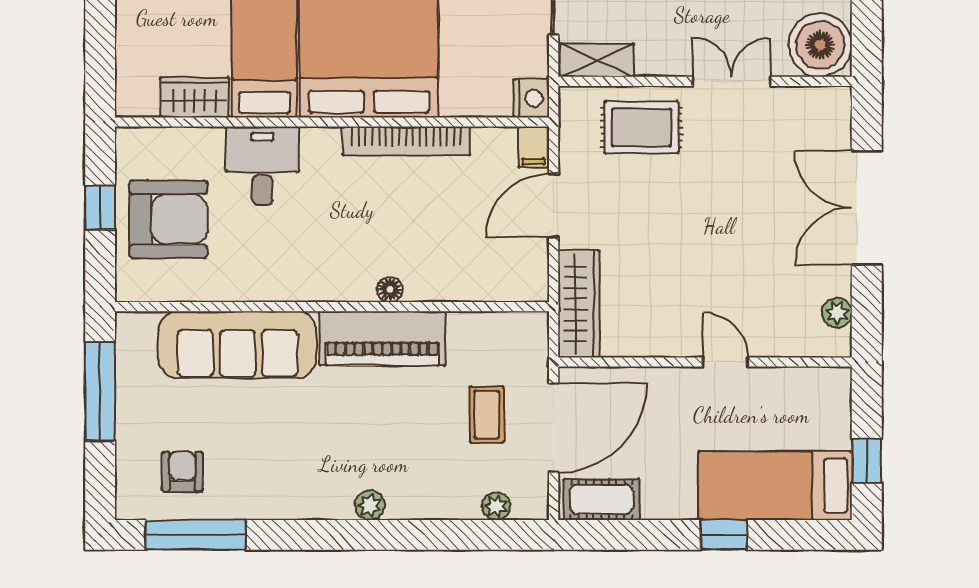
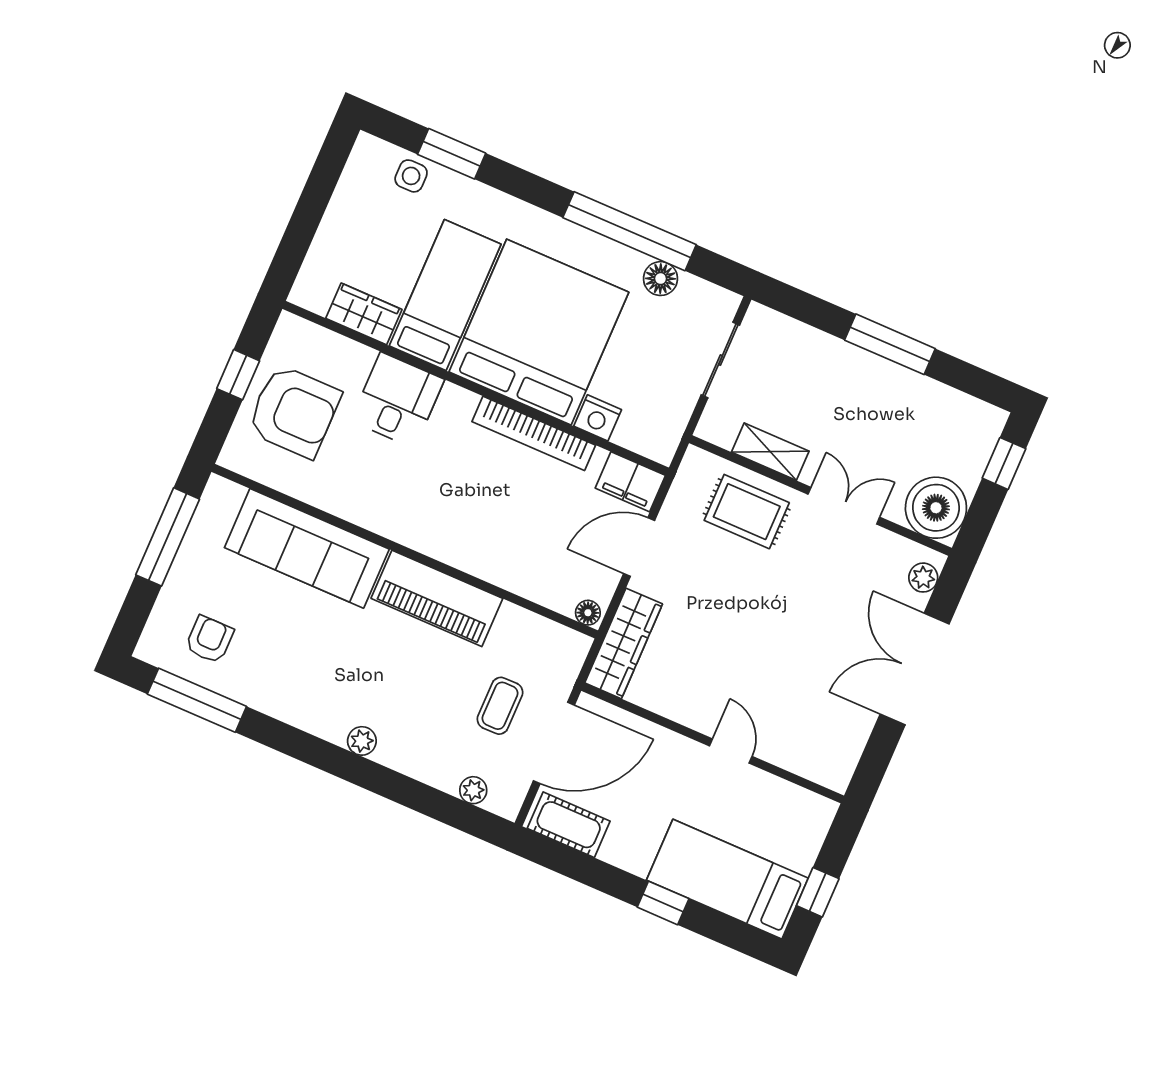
shelving: (597, 60) -> (770, 452), moved
nightstand: (531, 98) -> (598, 418), moved, turned 90
filing cabinet: (534, 147) -> (630, 482), width x2.00
floor lamp: (390, 289) -> (588, 613), moved
plant: (837, 313) -> (923, 578), moved

